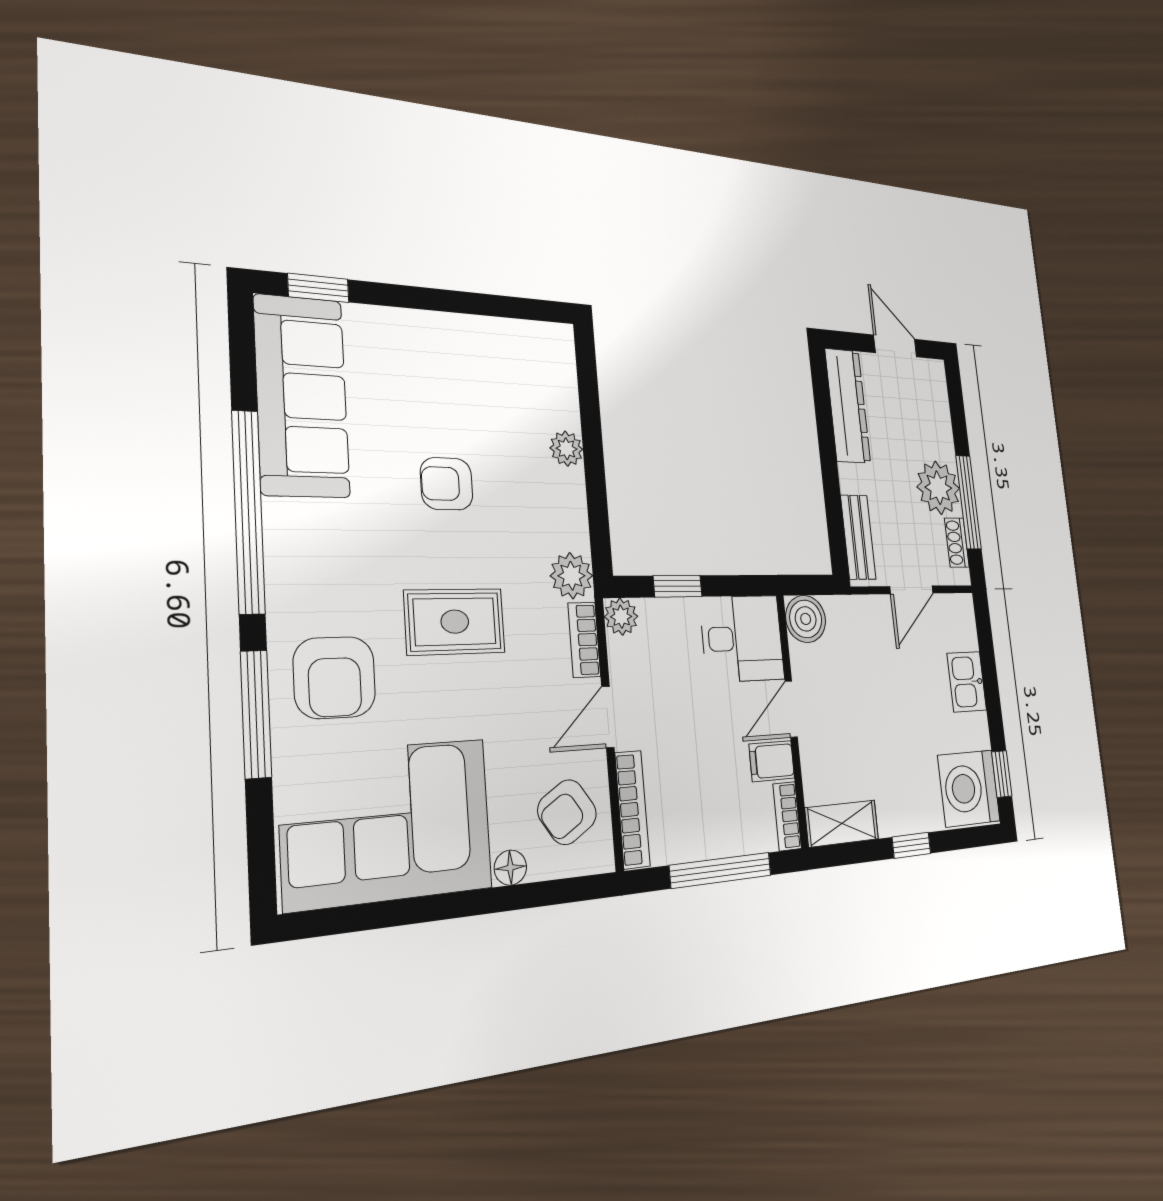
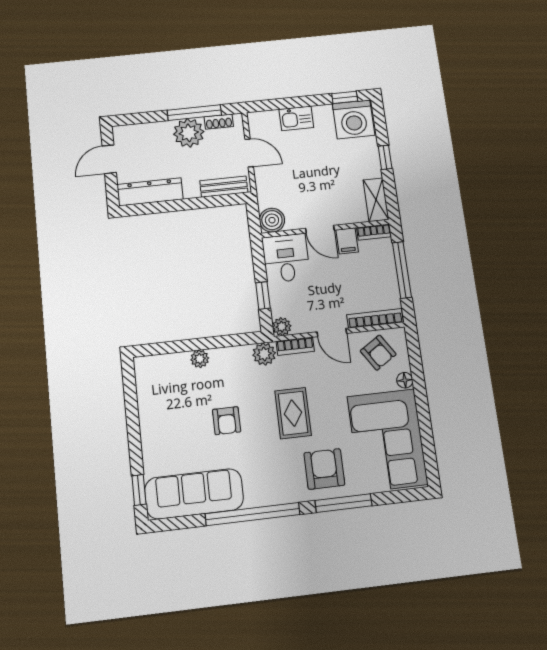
armchair: (335, 677) -> (324, 469), turned -90

